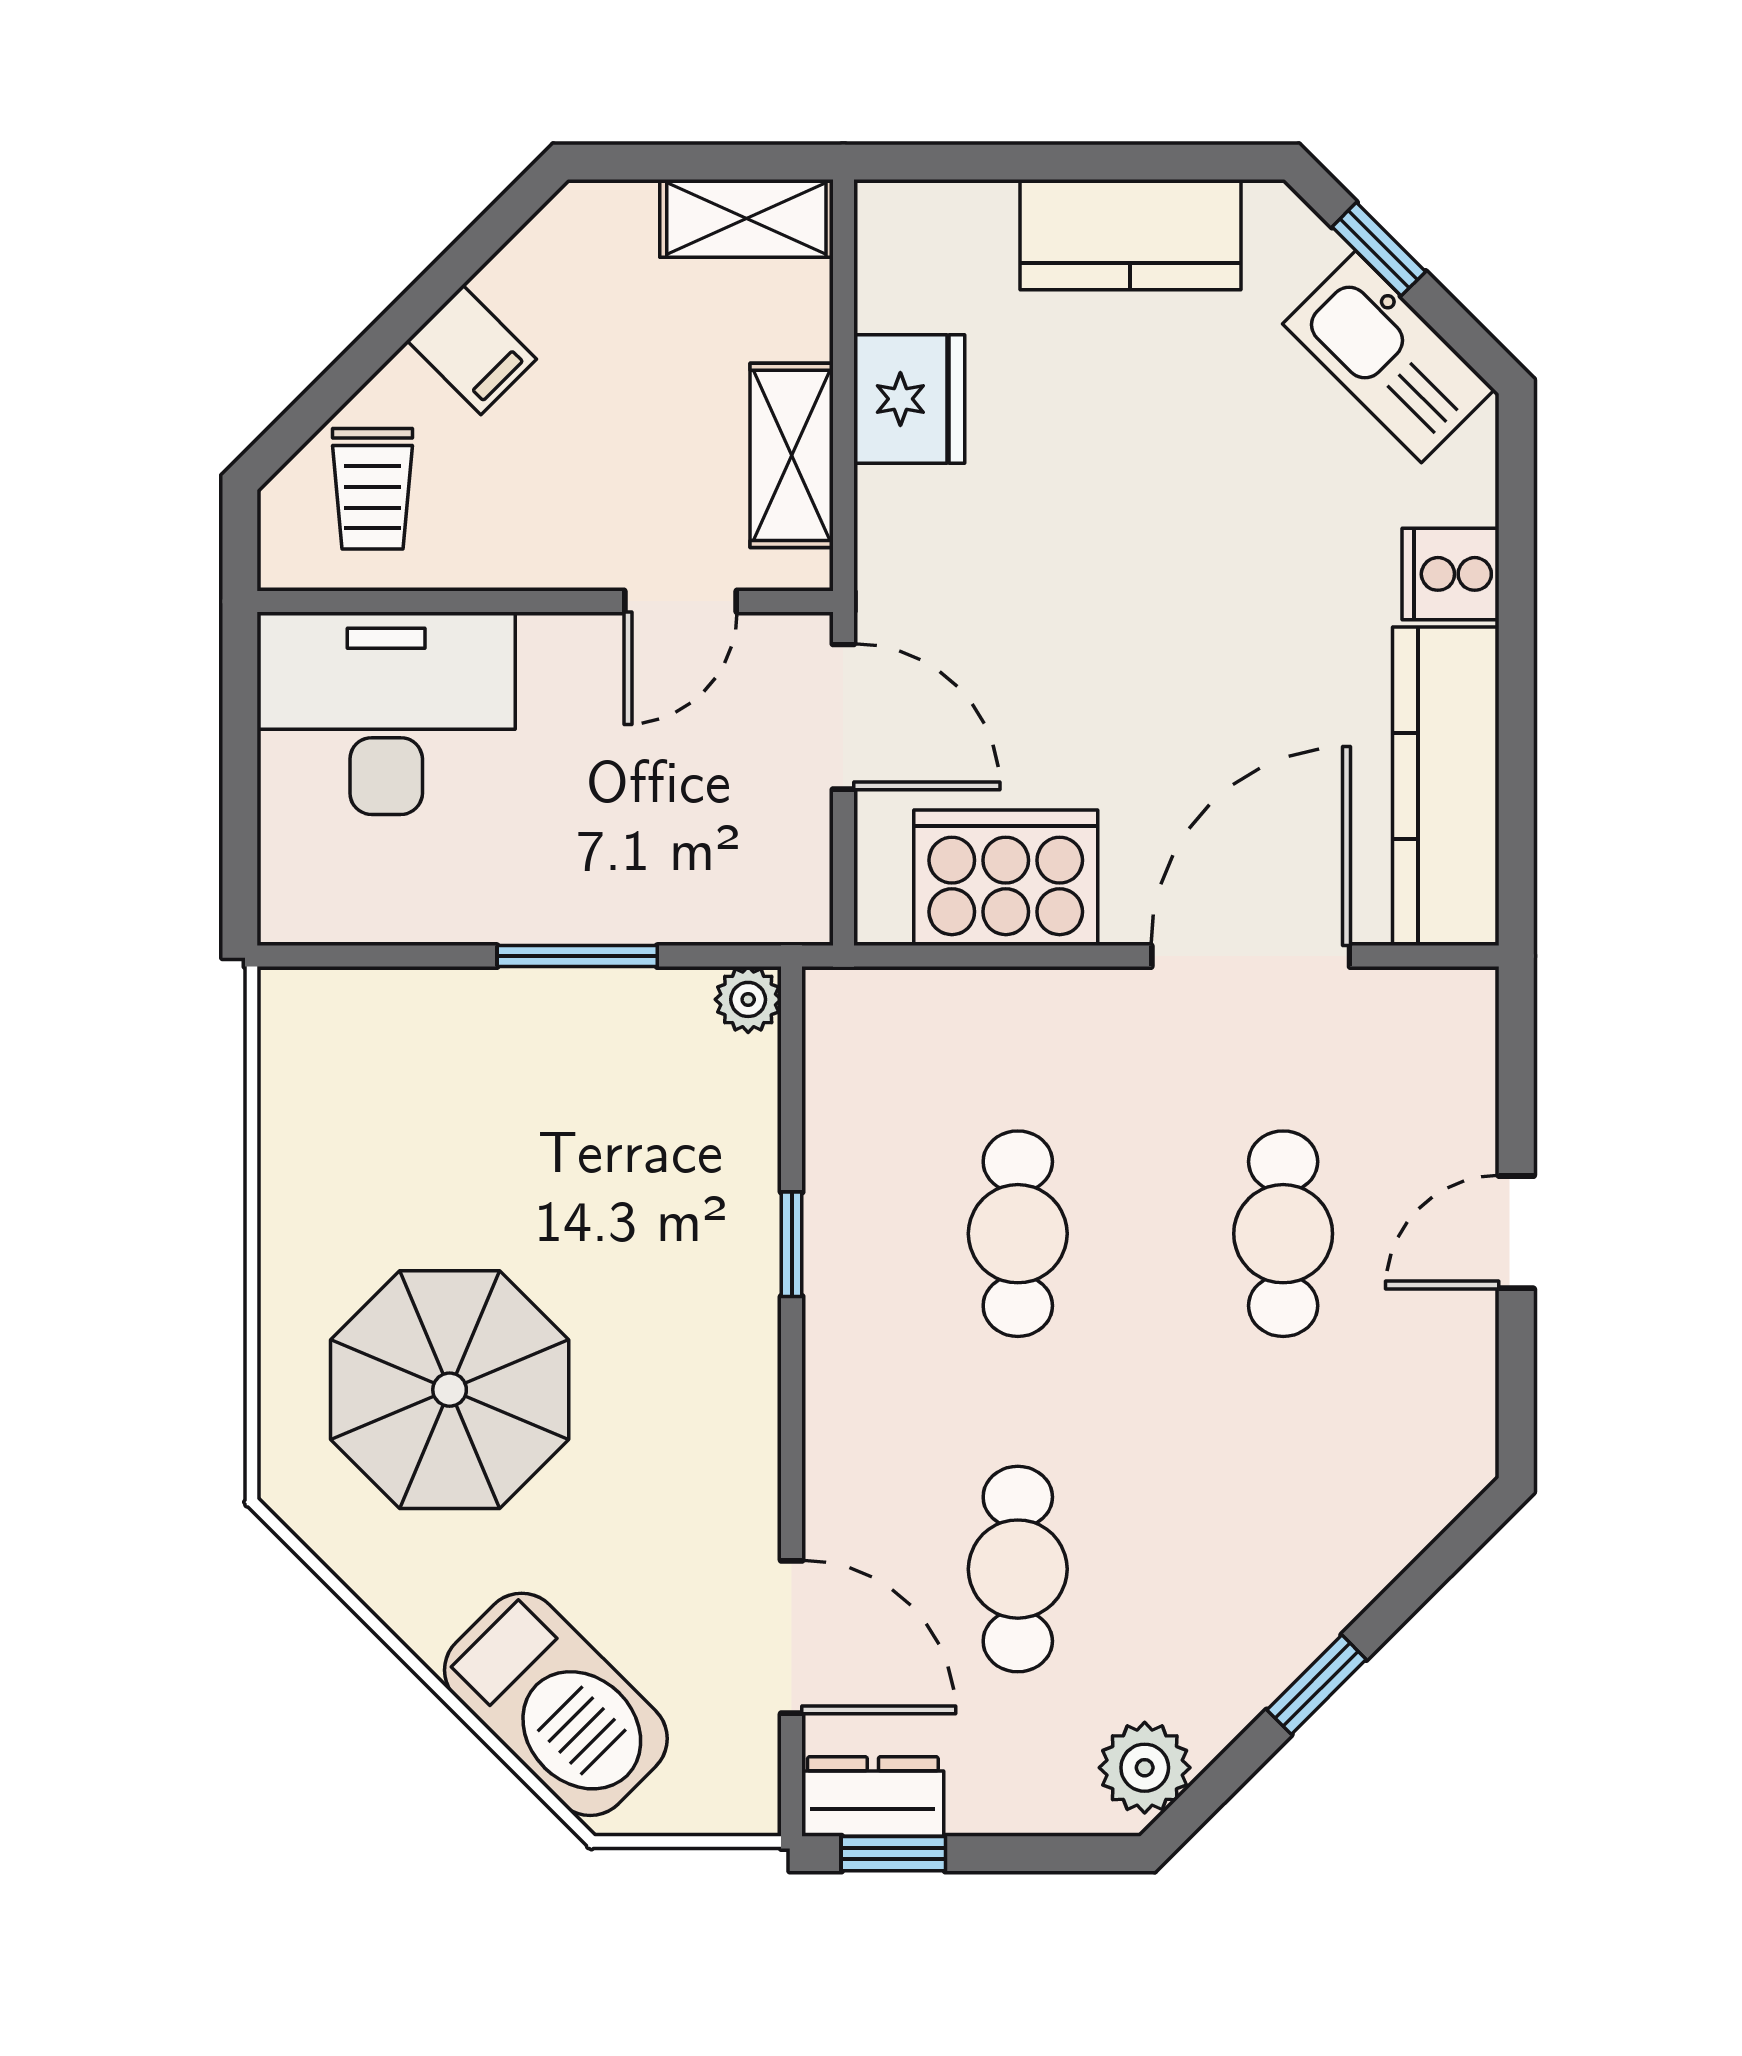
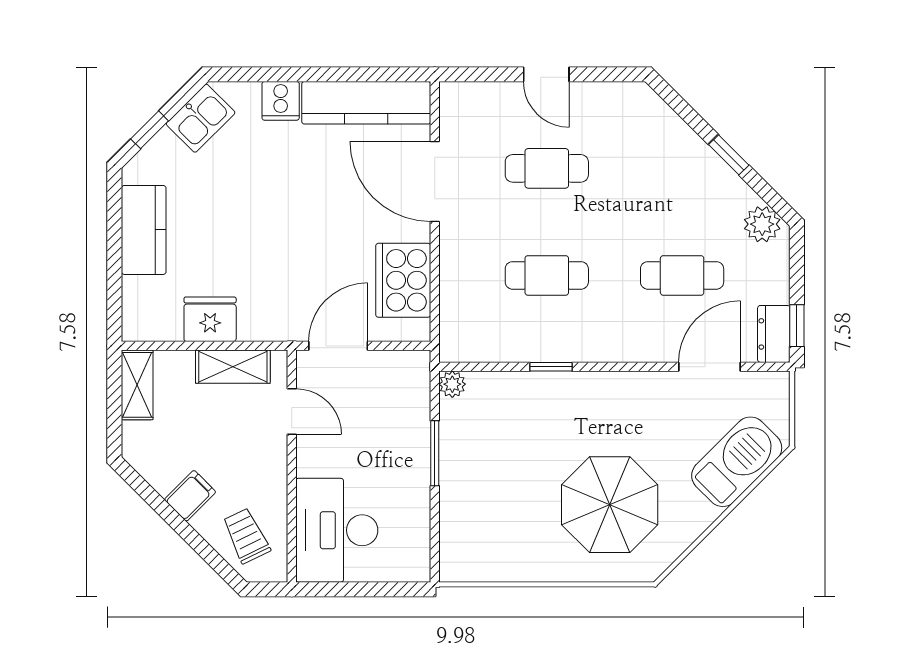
kitchen sink: (1388, 357) -> (201, 118), width x0.73
trolley: (373, 489) -> (246, 536), turned -116

